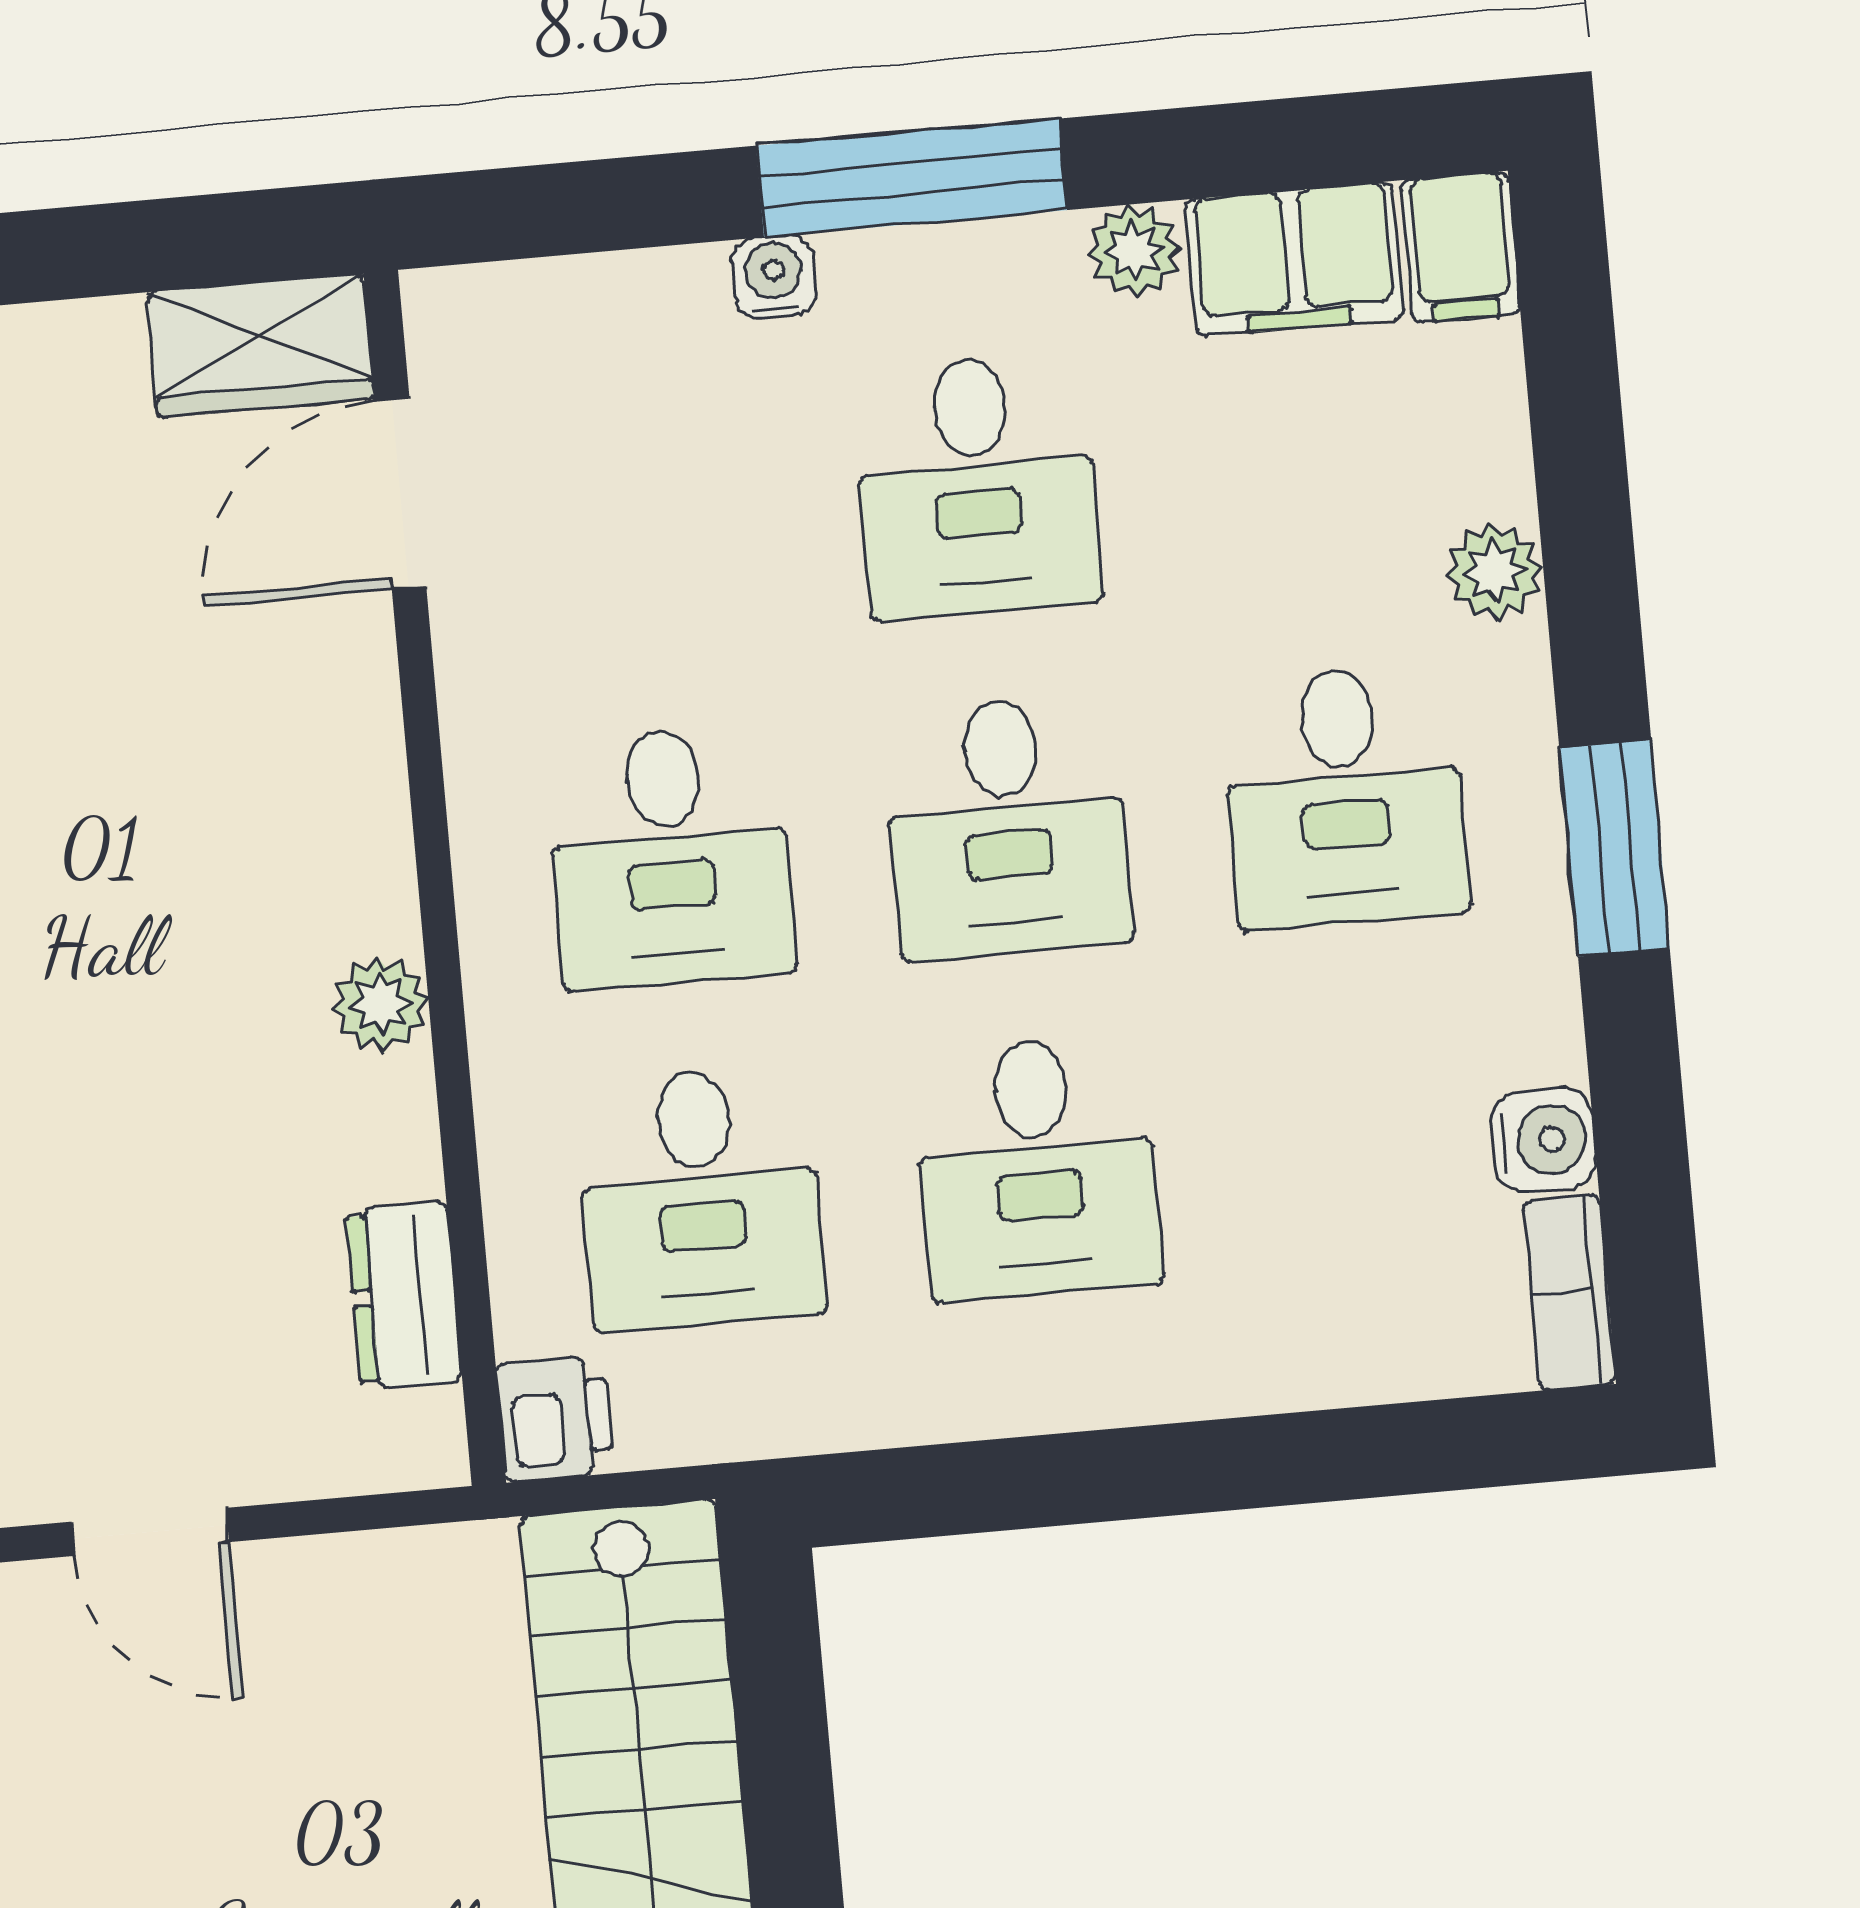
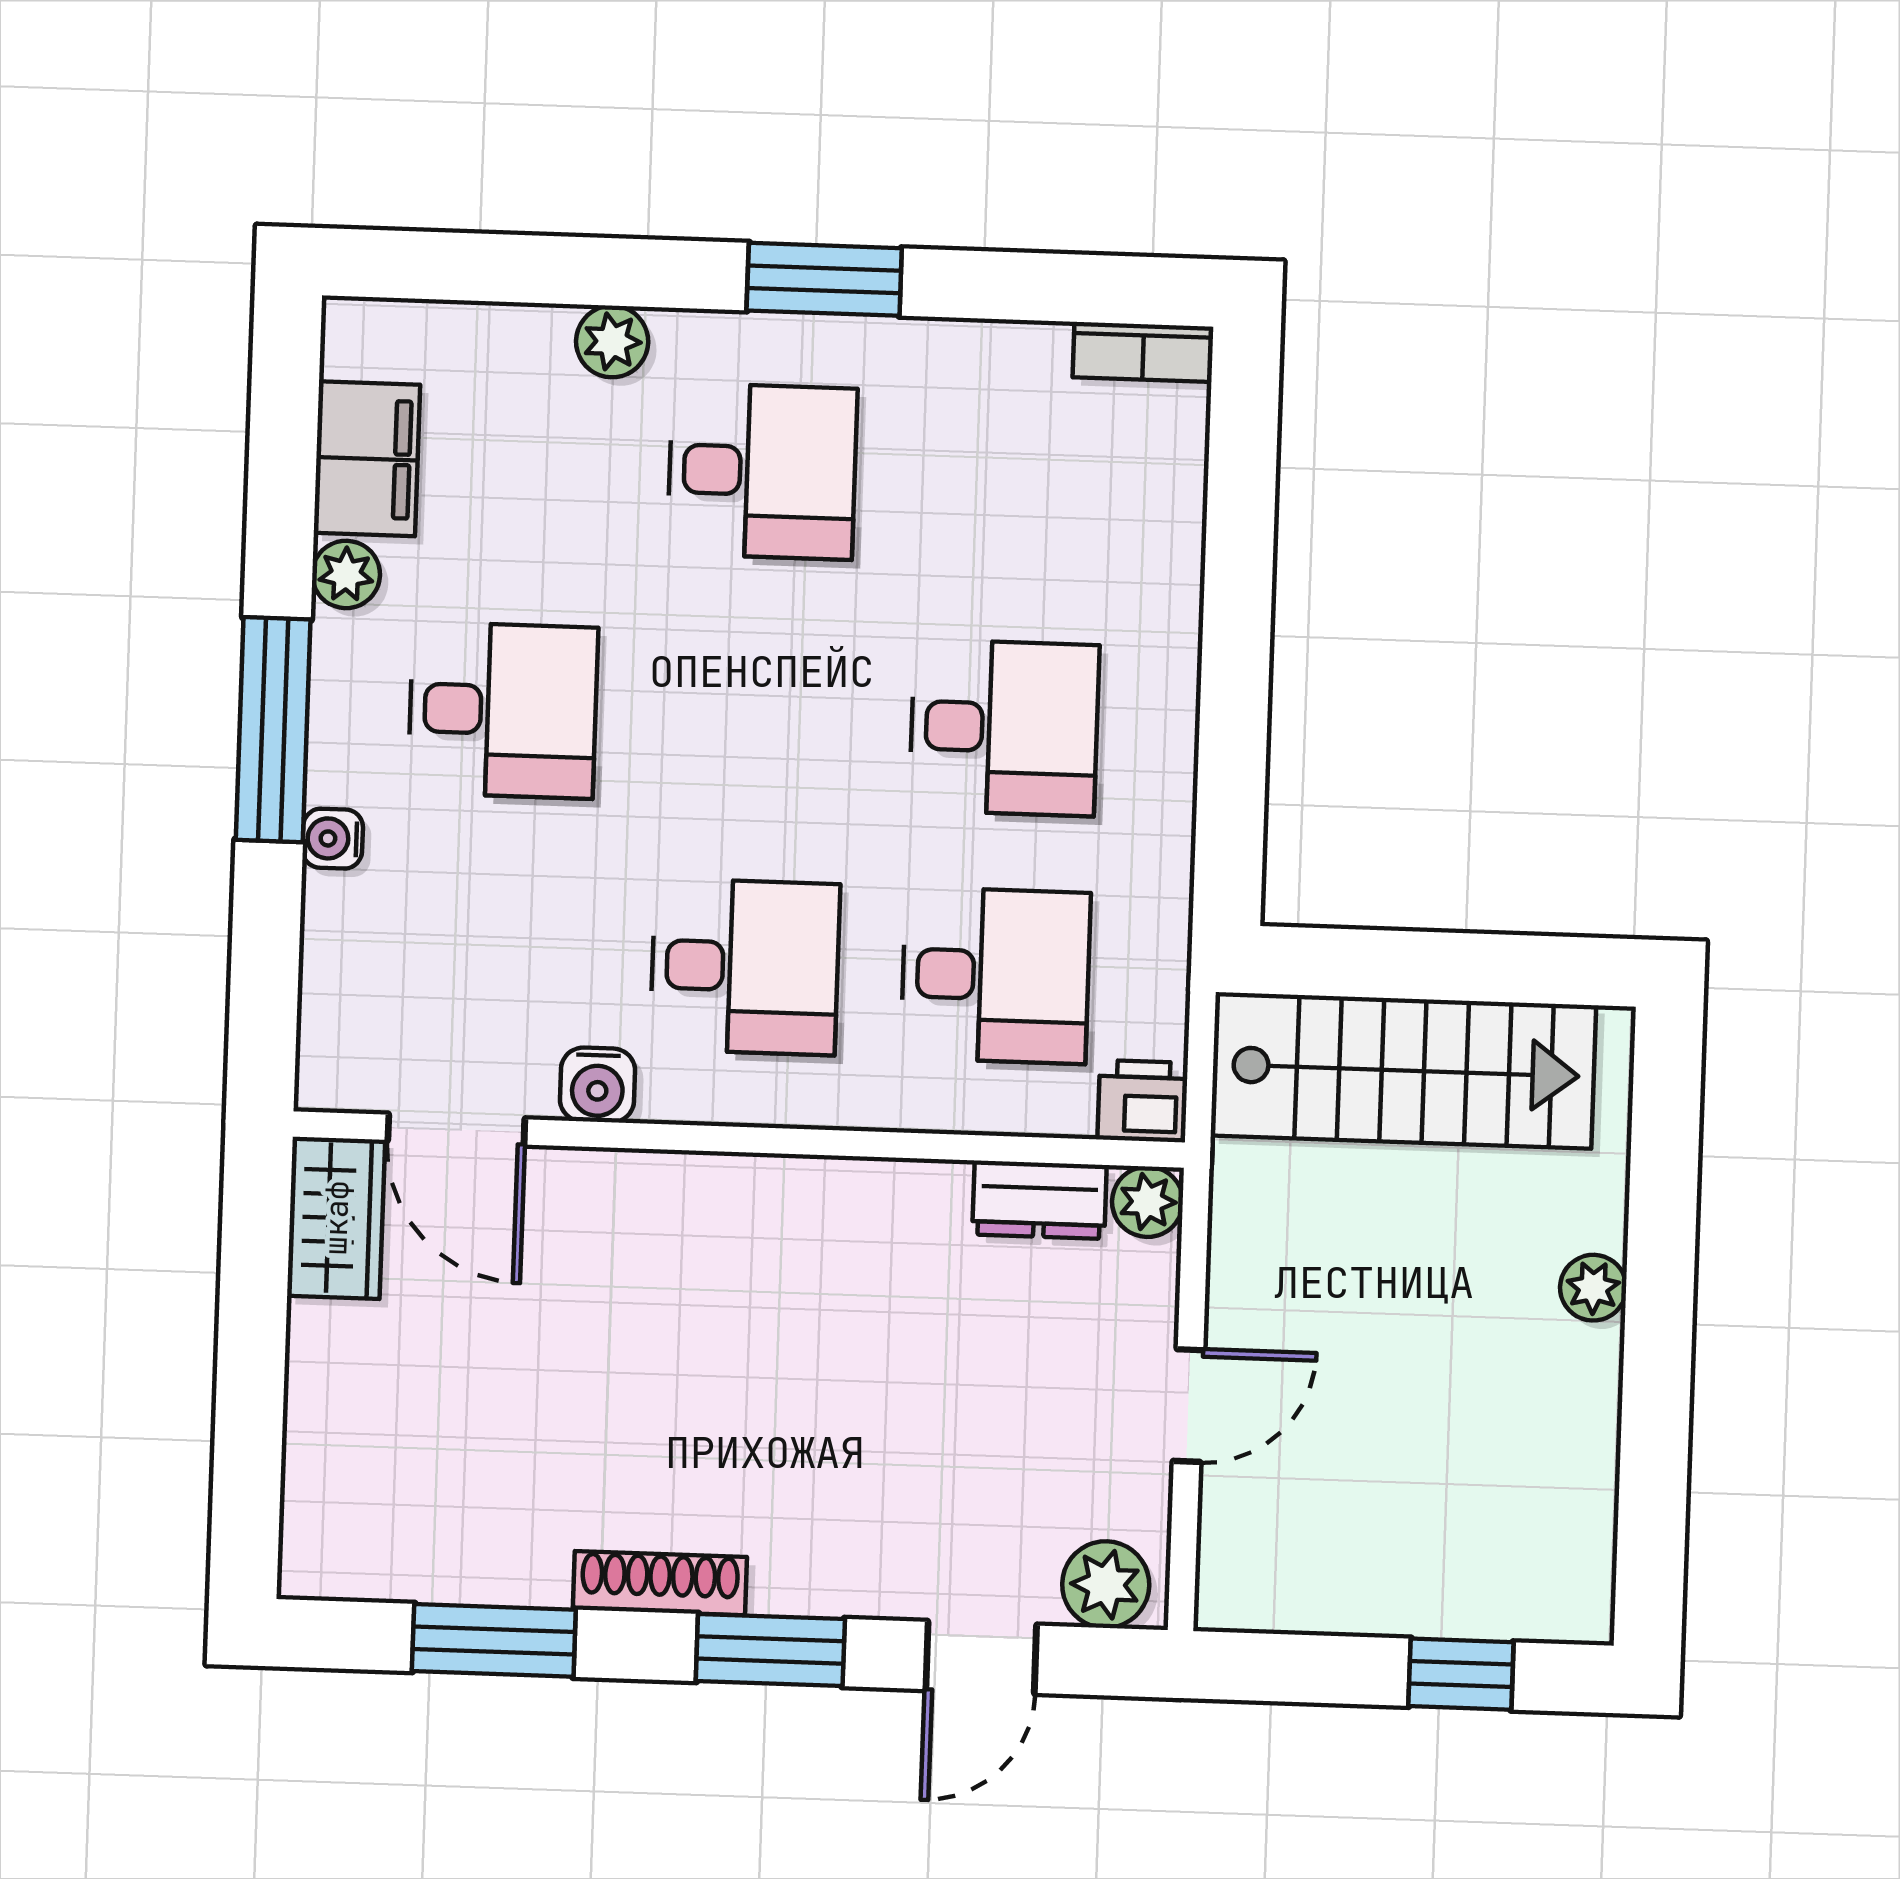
filing cabinet: (1461, 247) -> (373, 337), removed
desk: (1007, 827) -> (753, 719), removed
plant: (380, 1004) -> (1148, 1202), moved
water cooler: (1544, 1140) -> (598, 1085), moved, turned 180

